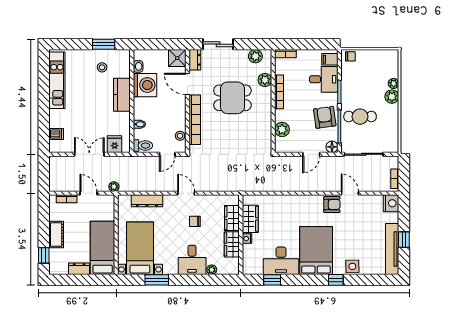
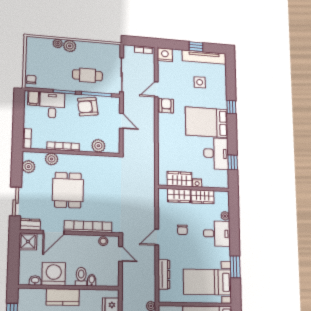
cafe table: (360, 117) -> (87, 75), turned 90
toilet: (143, 146) -> (81, 277), moved
floor lamp: (332, 147) -> (115, 102), removed
side table: (352, 266) -> (200, 82), moved

